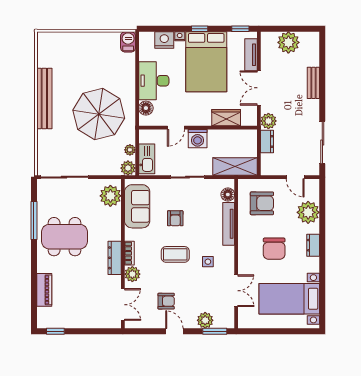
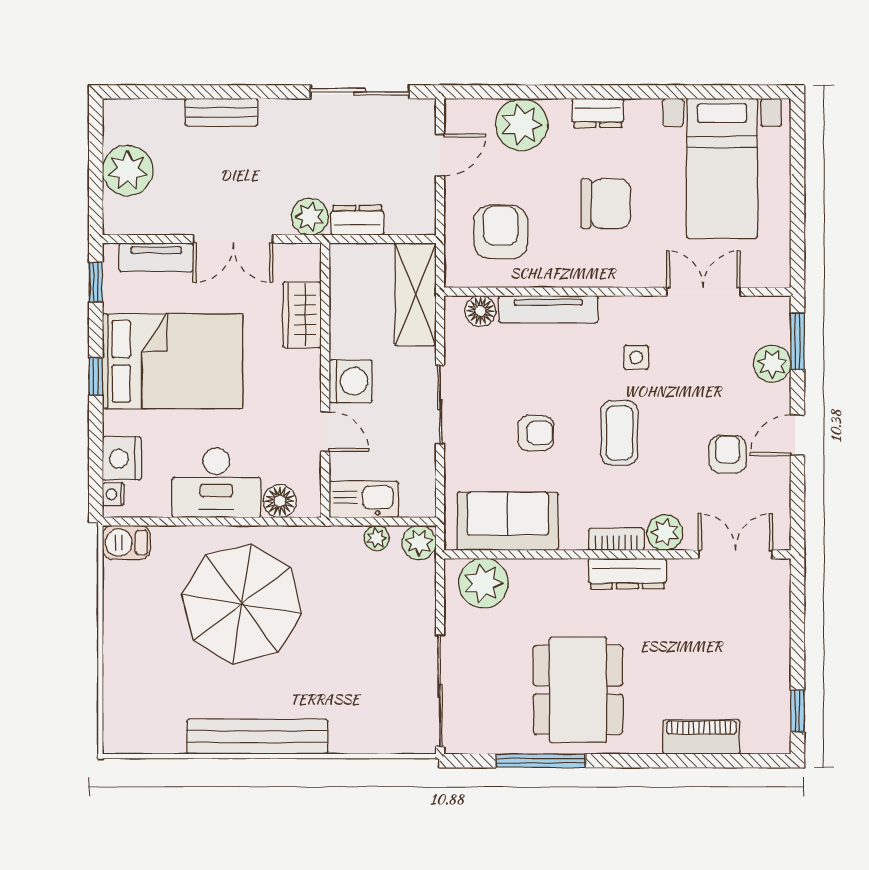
nightstand: (180, 36) -> (113, 494), moved
parasol: (99, 114) -> (242, 604), moved
kitchen sink: (147, 159) -> (364, 499), moved

